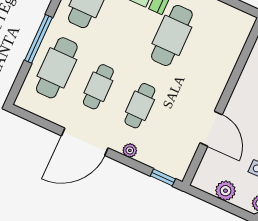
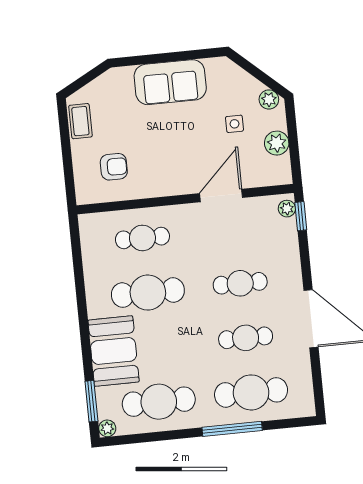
cafe table: (213, 54) -> (142, 238), added
plant: (130, 150) -> (287, 209), moved

